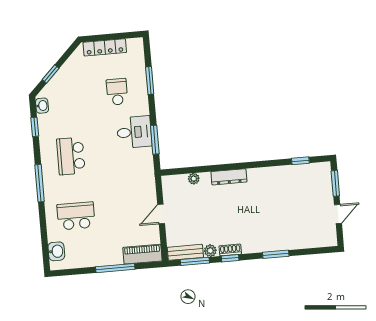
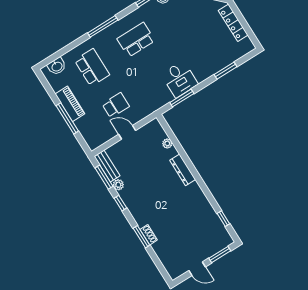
school desk: (117, 92) -> (116, 105), moved
shoe rack: (230, 250) -> (149, 235), moved
piano: (142, 254) -> (70, 104), moved

